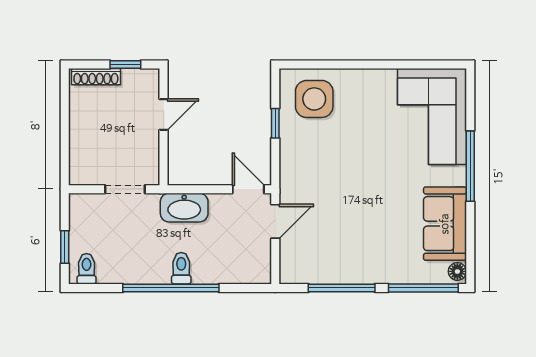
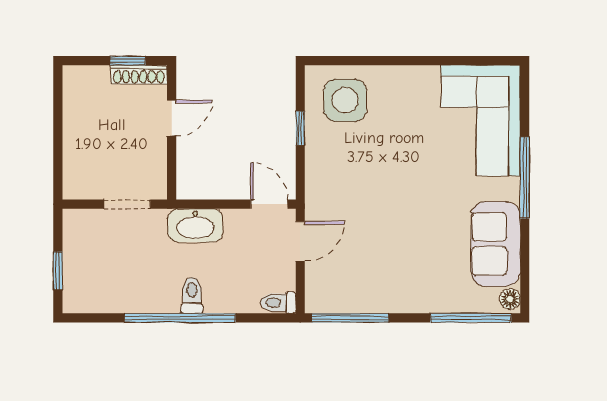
shoe rack: (96, 77) -> (139, 75), moved
toilet: (87, 269) -> (278, 303), moved, turned -90
window: (342, 288) -> (350, 318), moved

